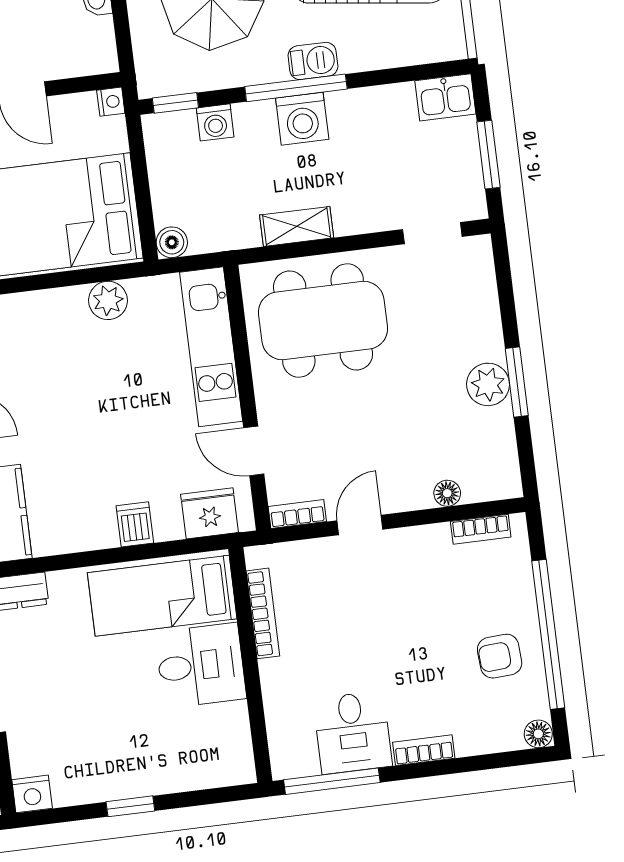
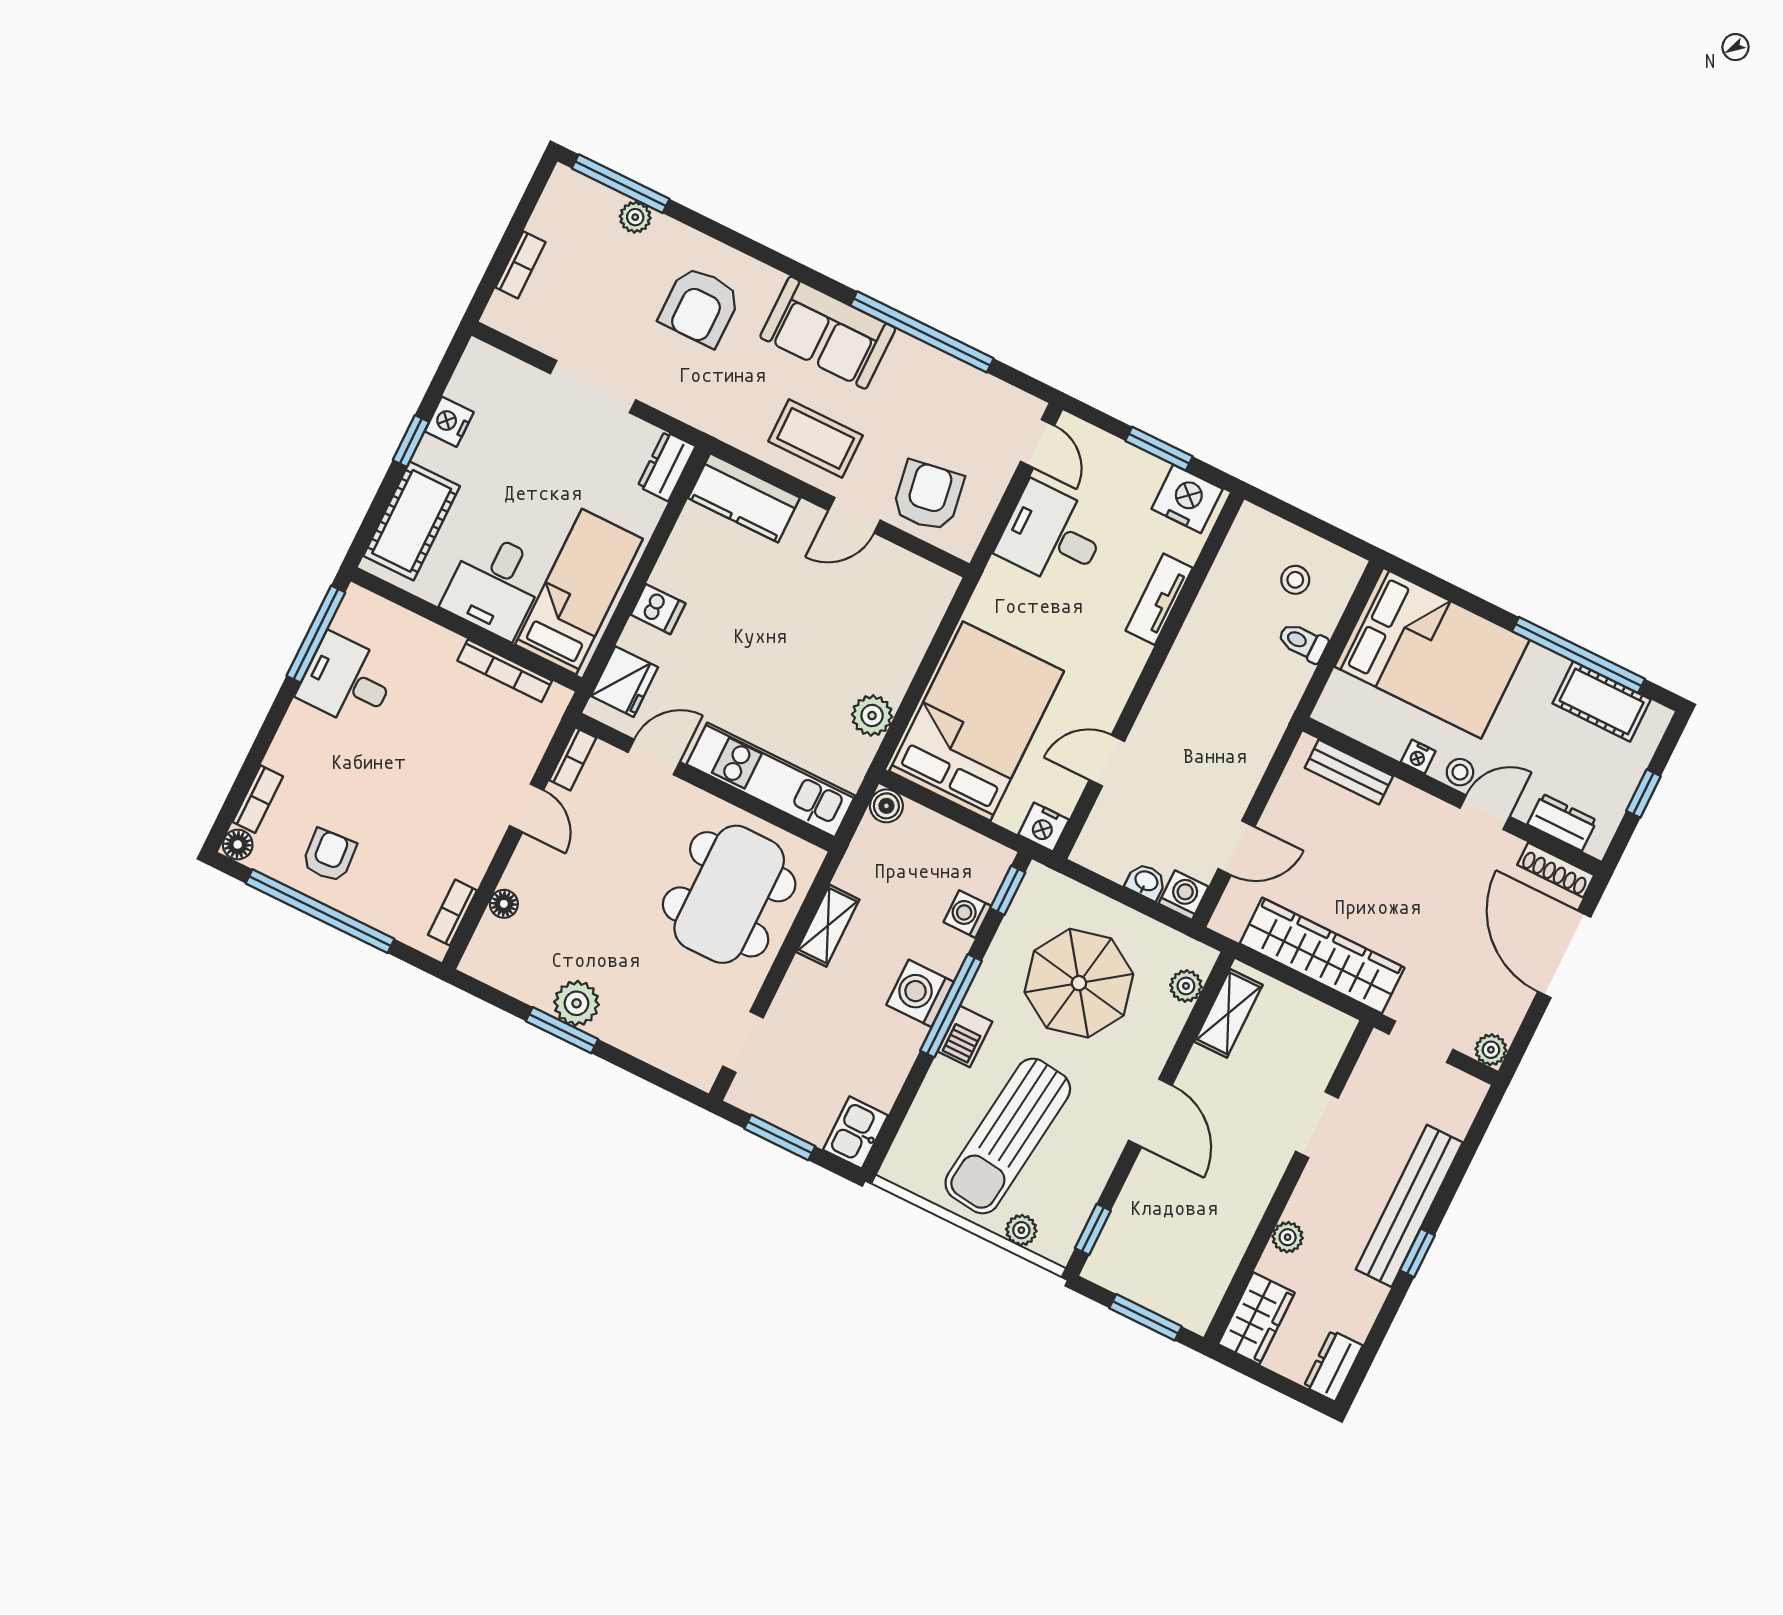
nightstand: (111, 102) -> (1044, 827), width x1.39, depth x1.35
bookcase: (424, 750) -> (258, 799), moved
cot: (193, 764) -> (412, 521), added
nightstand: (32, 794) -> (449, 422), moved

